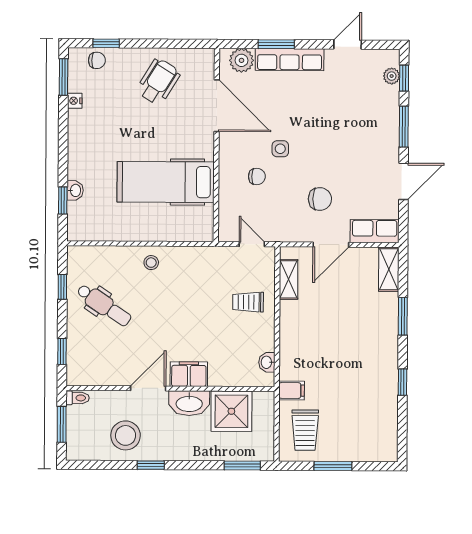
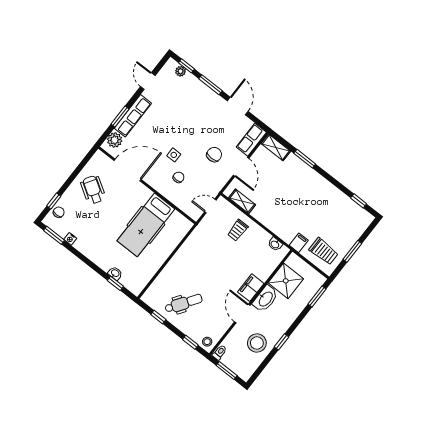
stool: (151, 263) -> (207, 342), moved
window: (402, 382) -> (359, 201), moved

